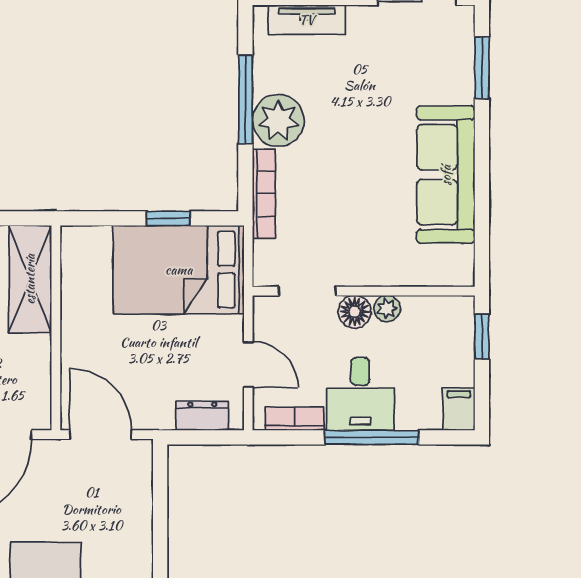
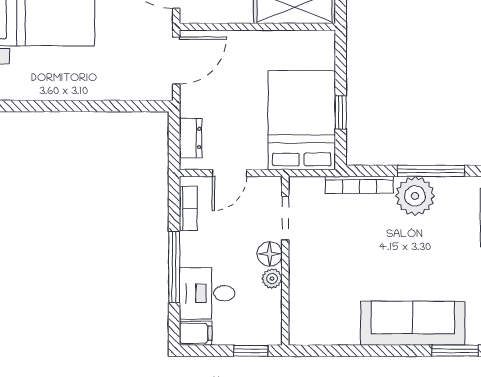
sofa: (446, 175) -> (413, 323), moved
desk: (360, 394) -> (207, 293), moved

